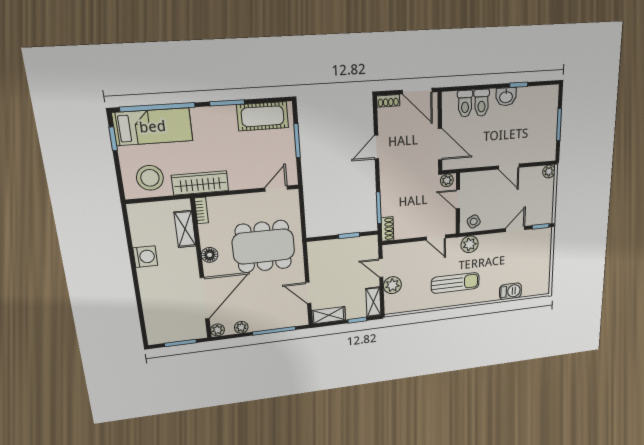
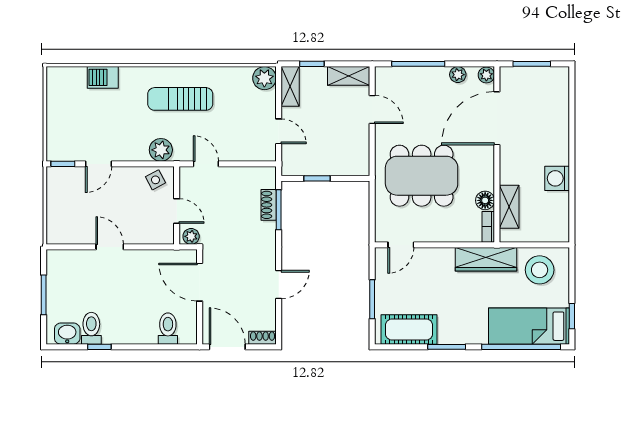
washbasin: (506, 97) -> (67, 334), moved
toilet: (482, 103) -> (91, 328), moved
plant: (549, 172) -> (55, 236), removed
shoe rack: (387, 229) -> (269, 205), moved
floor lamp: (210, 255) -> (485, 200), moved
plant: (392, 285) -> (264, 78), moved

